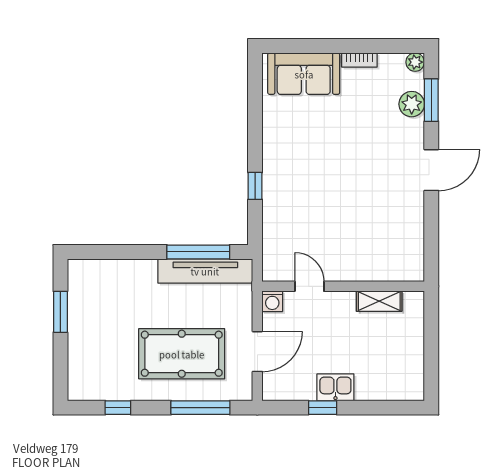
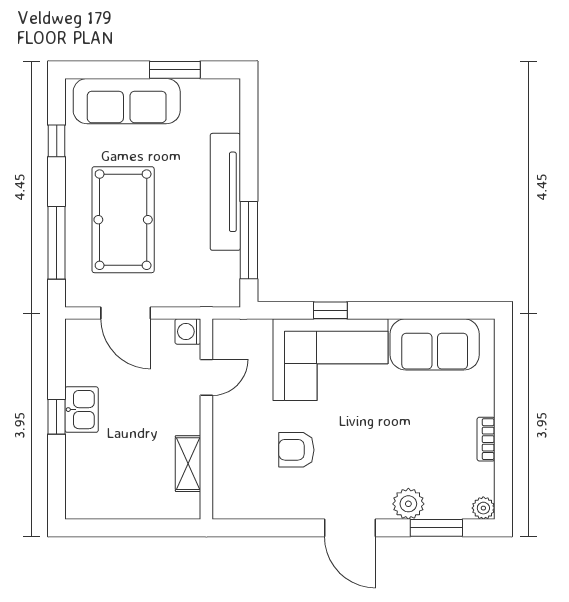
sofa: (304, 74) -> (435, 344), moved, turned -90
plant: (412, 104) -> (408, 504), moved
corner sofa: (295, 186) -> (331, 360), added
armchair: (368, 213) -> (296, 450), added
tv unit: (205, 271) -> (225, 192), moved
sofa: (86, 351) -> (127, 101), added
window: (323, 408) -> (57, 417), moved

